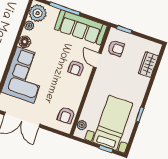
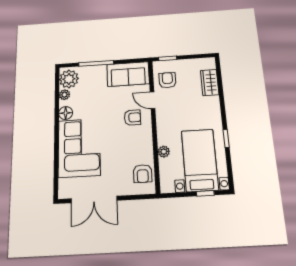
sofa: (81, 27) -> (128, 74), width x0.73
armchair: (116, 48) -> (167, 80), turned -90
armchair: (76, 68) -> (132, 118), turned -90
plant: (82, 125) -> (164, 152), moved

